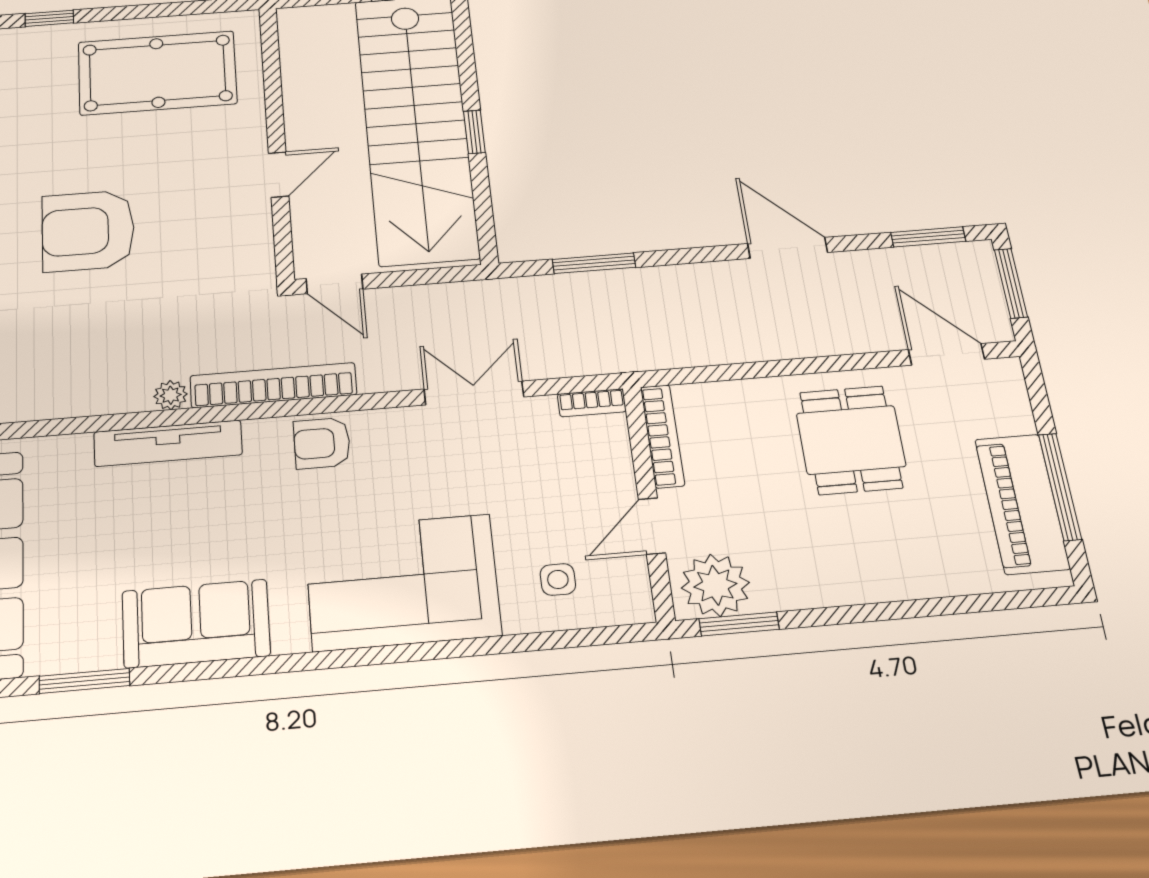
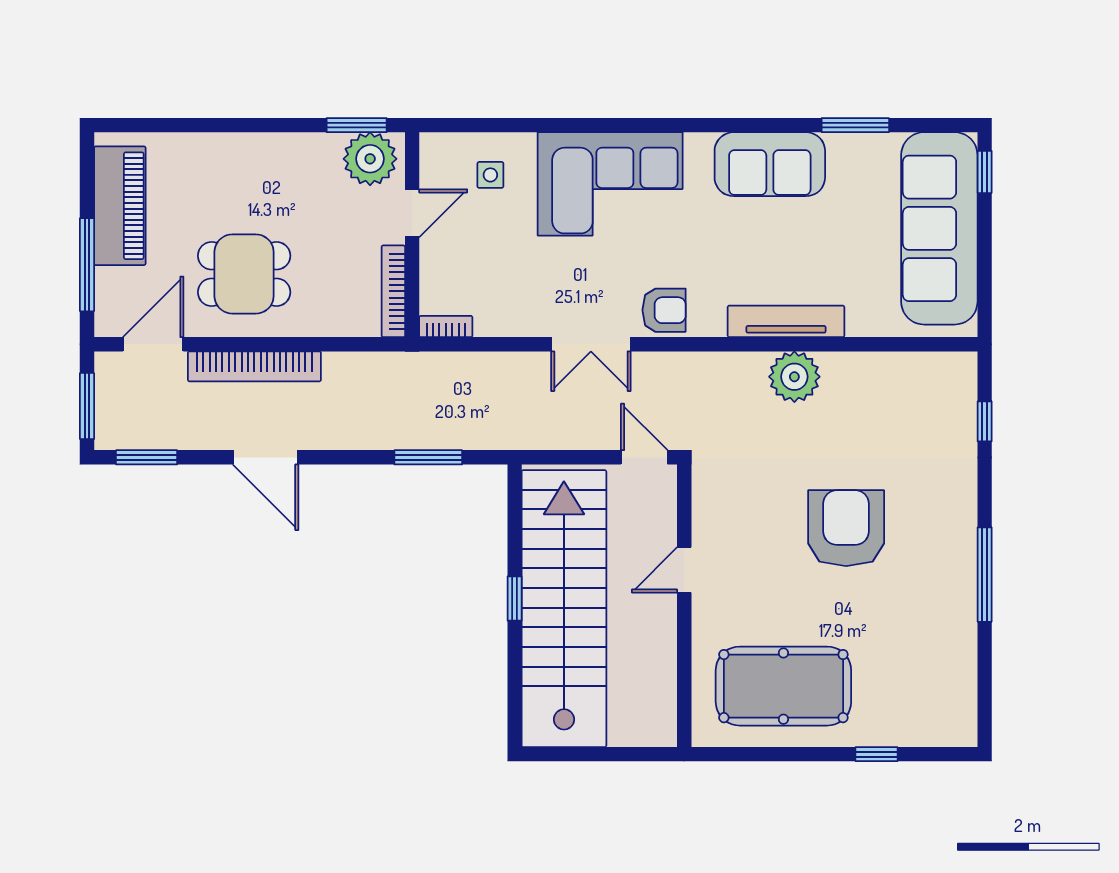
armchair: (88, 231) -> (846, 528), turned -90
door: (946, 354) -> (153, 344), swing flipped
bookcase: (273, 385) -> (254, 366), moved
double door: (474, 393) -> (591, 344), moved
plant: (171, 395) -> (794, 377), width x1.88, depth x1.88
dining table: (851, 440) -> (244, 274), turned 90
window: (1060, 487) -> (87, 265), moved

